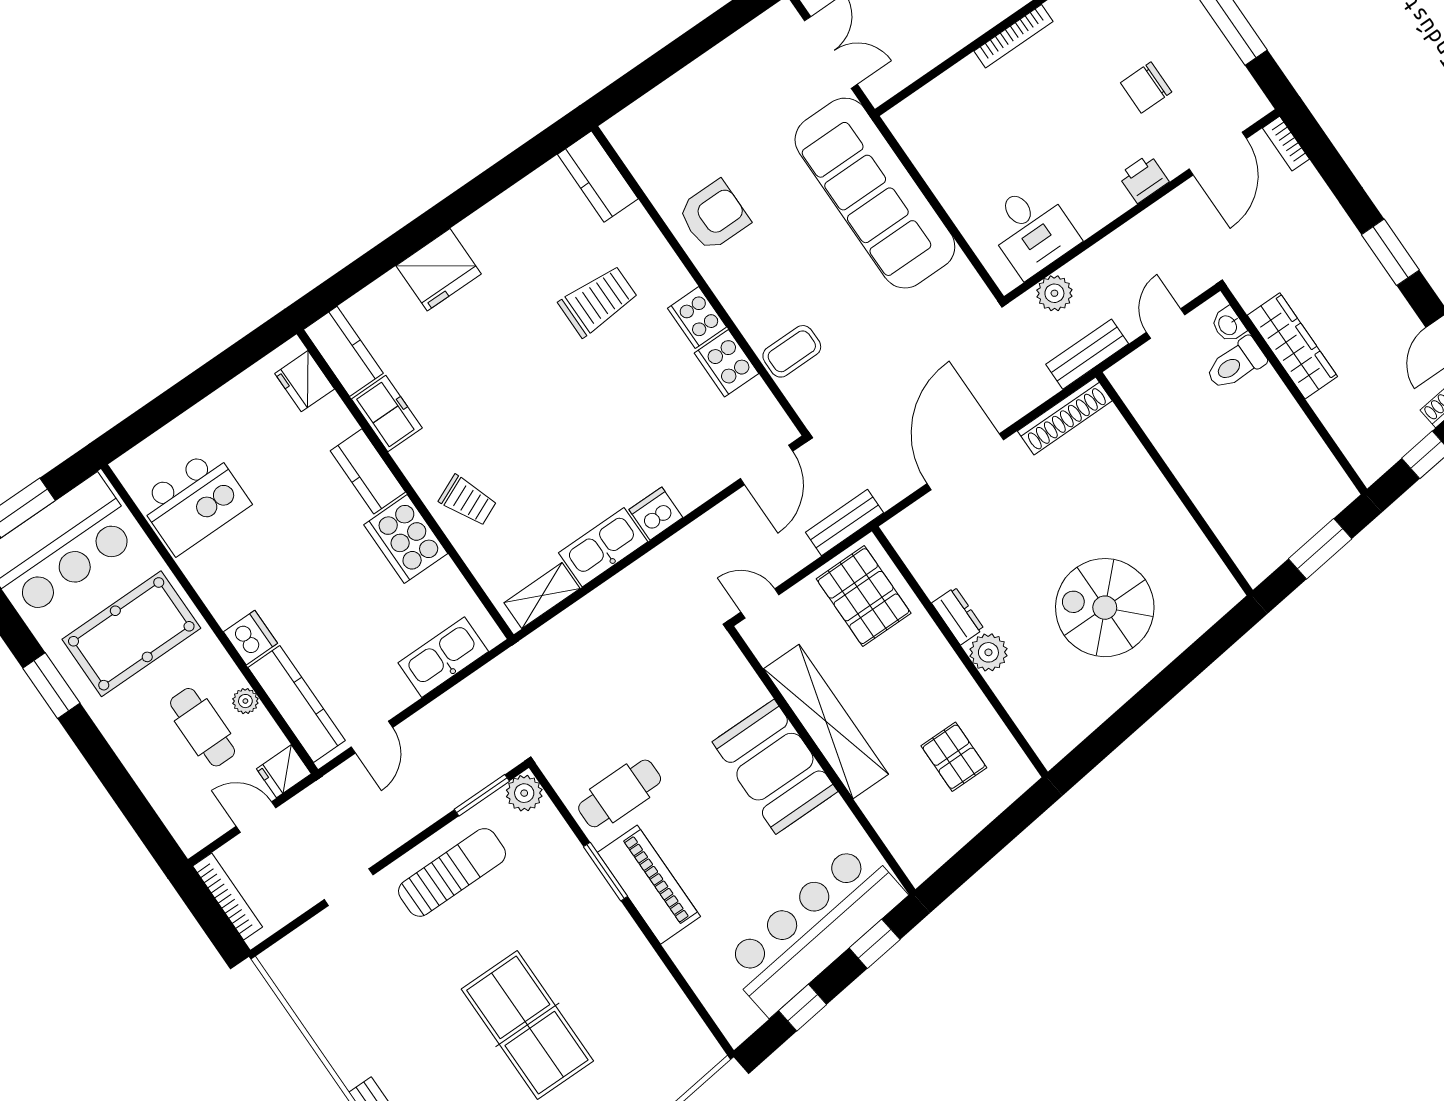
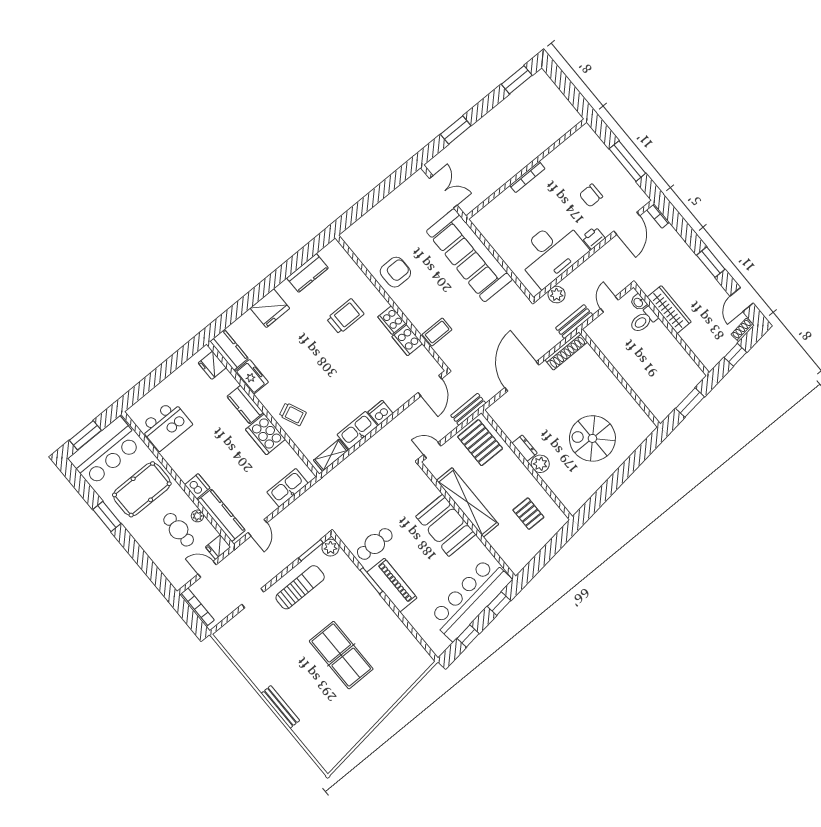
kitchen counter: (598, 177) -> (307, 273), moved, turned -90
desk: (1032, 230) -> (551, 253), width x1.87, depth x1.30

